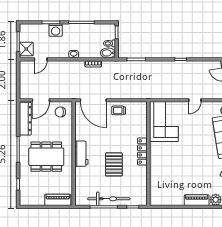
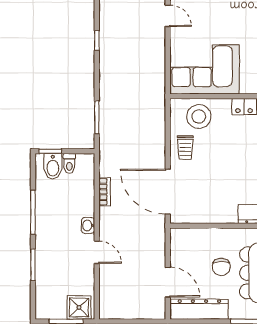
washing machine: (56, 30) -> (46, 257), removed
bidet: (108, 53) -> (53, 166), moved
door: (41, 59) -> (97, 252), moved
door: (93, 100) -> (168, 192), swing flipped
chair: (60, 112) -> (221, 267), moved
stool: (137, 118) -> (199, 116), added

